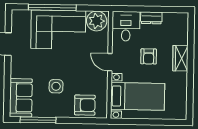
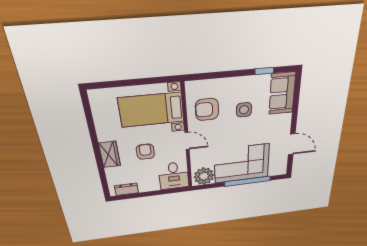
dresser: (151, 18) -> (127, 189), moved
armchair: (85, 105) -> (207, 109), moved
window: (38, 120) -> (264, 71), width x0.46

